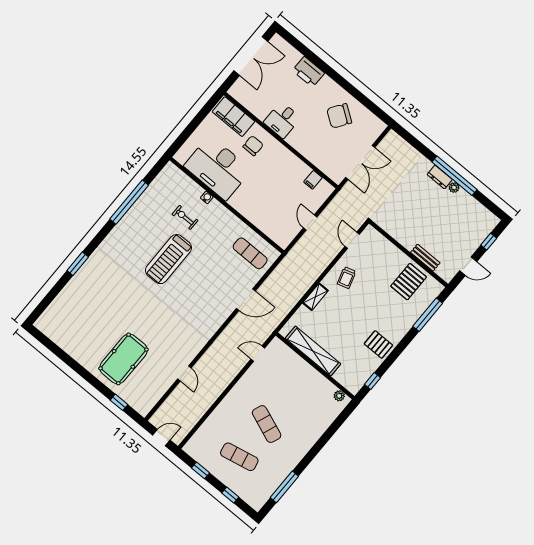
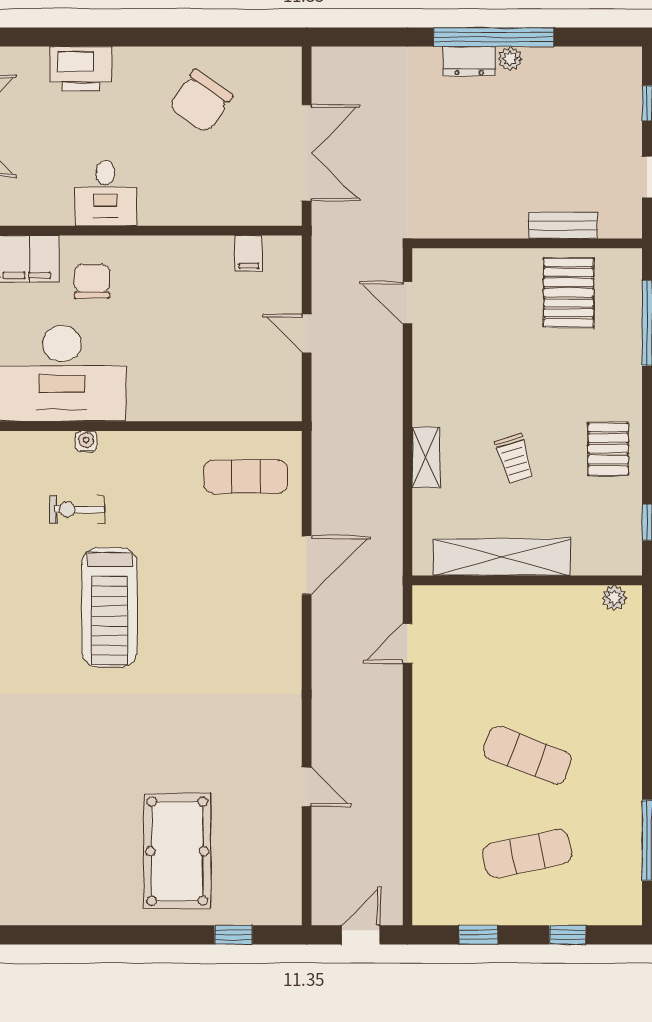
trolley: (347, 278) -> (515, 458), moved
pallet: (378, 345) -> (608, 449), turned 90

